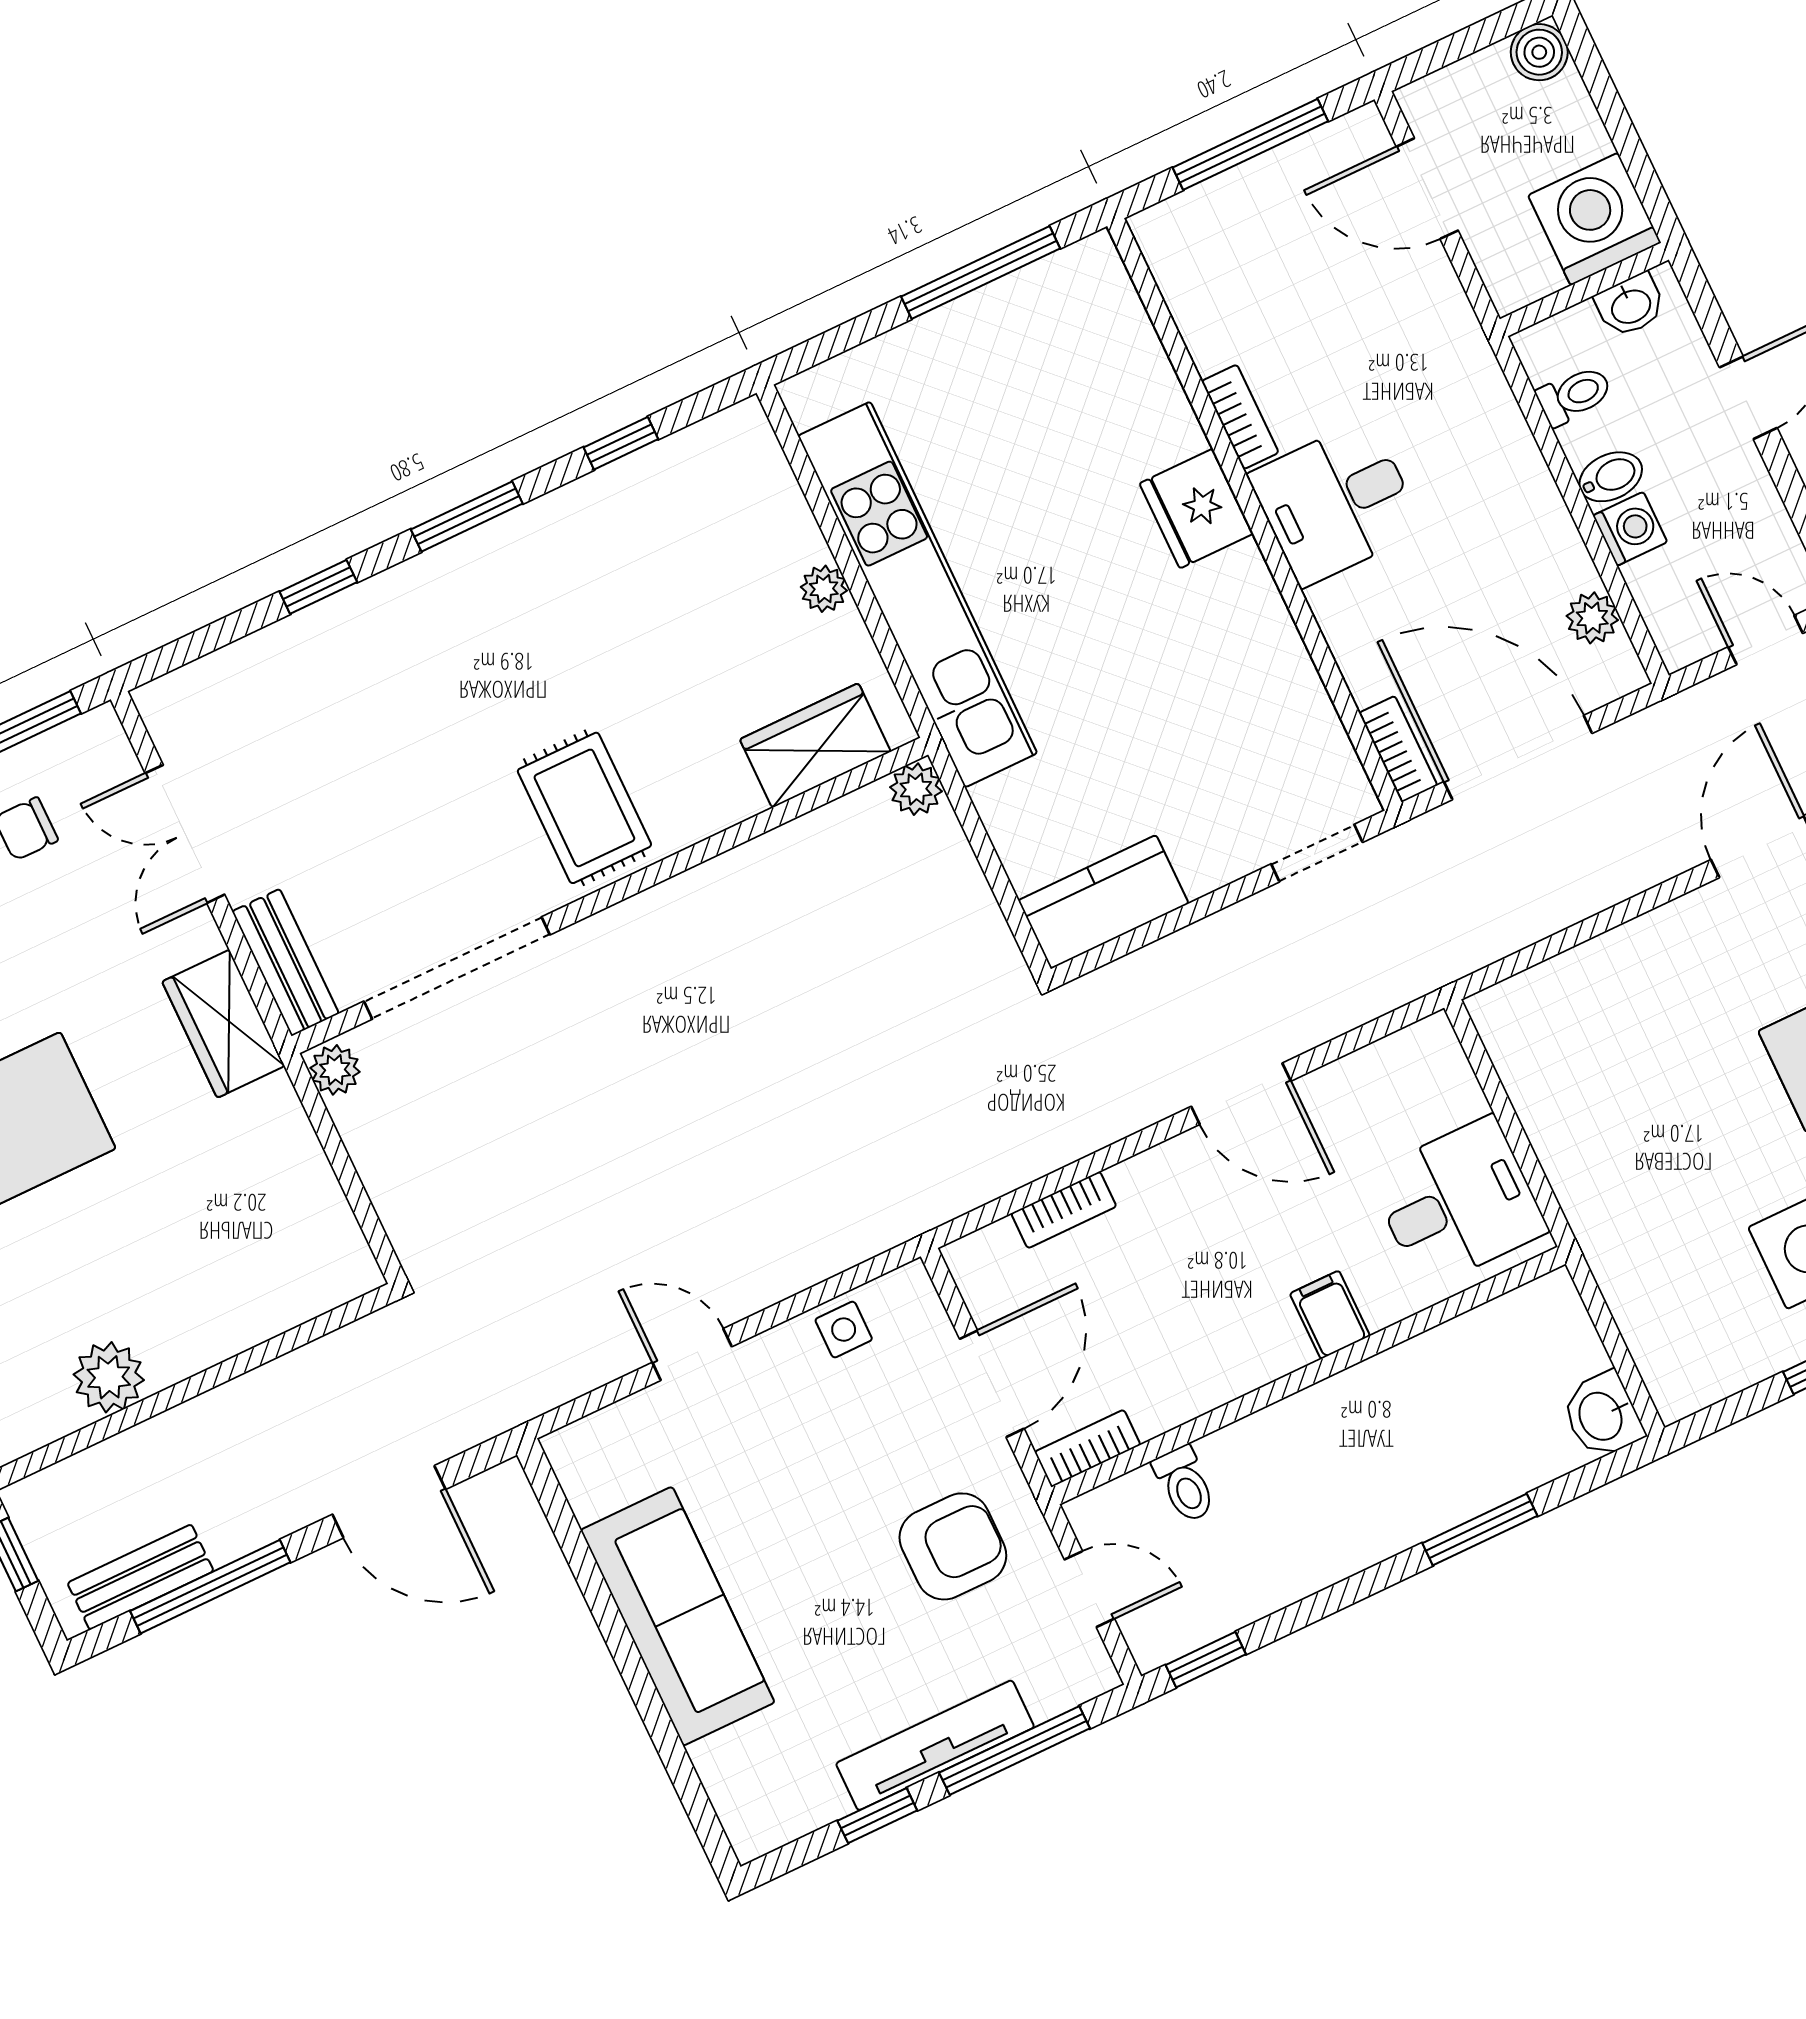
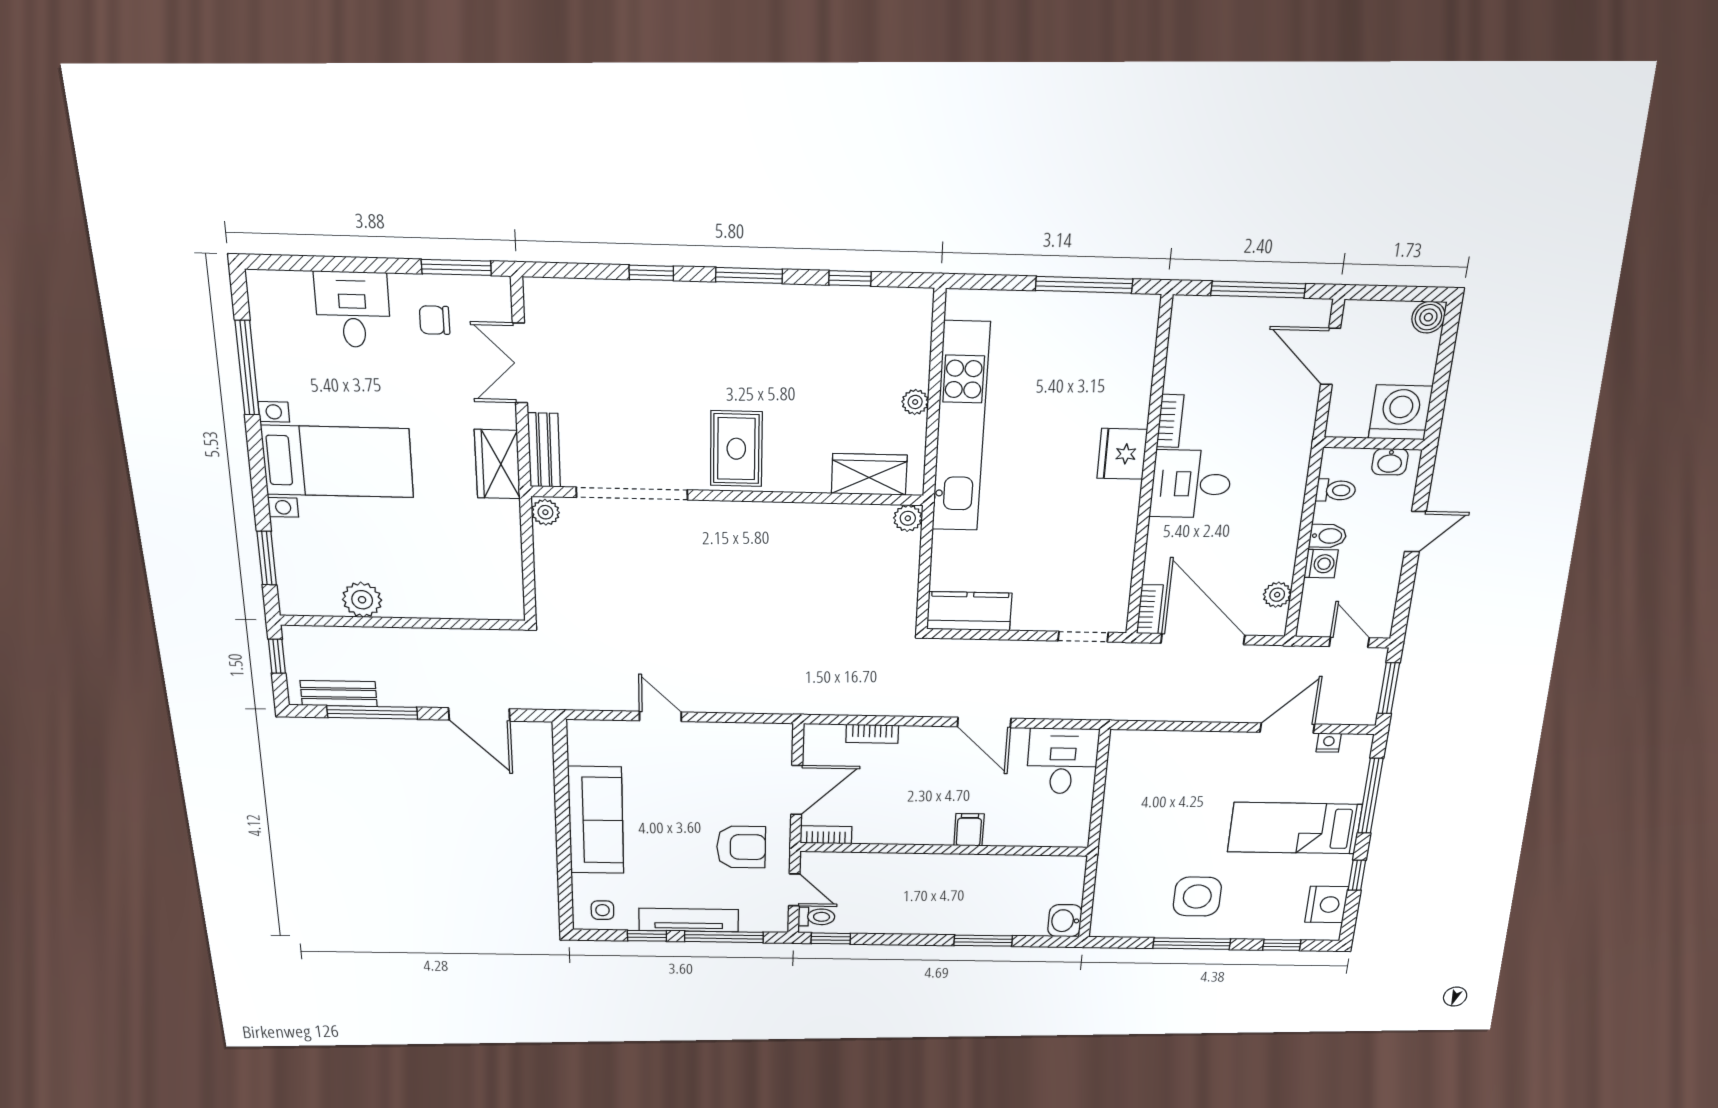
desk: (1458, 1202) -> (1062, 761), moved, turned -90
side table: (844, 1330) -> (602, 910), moved
toilet: (1185, 1484) -> (816, 917), moved, turned -90

